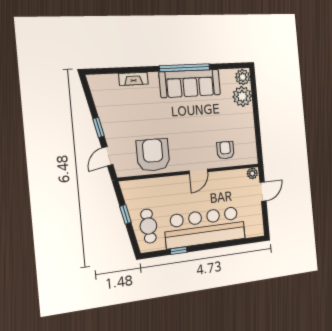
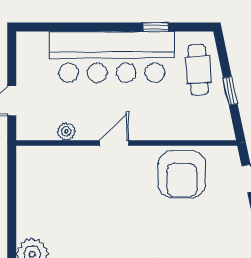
armchair: (225, 150) -> (68, 172), removed
plant: (252, 173) -> (66, 131), moved

